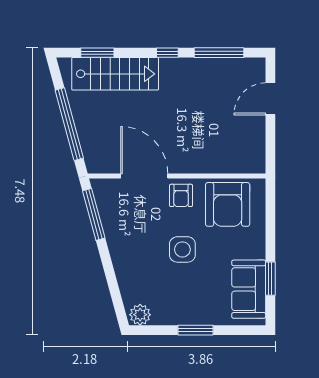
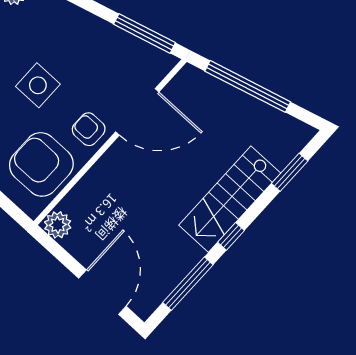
stairs: (115, 74) -> (230, 199), moved
door: (270, 99) -> (102, 292), width x1.36
plant: (255, 162) -> (58, 225), added

